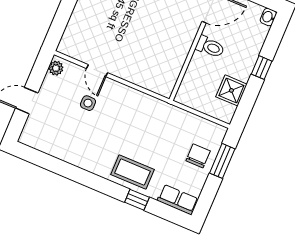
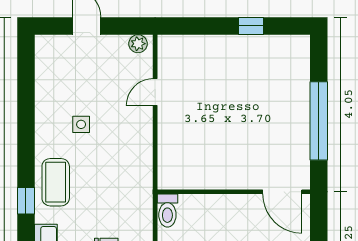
toilet: (210, 47) -> (167, 211), moved
side table: (88, 103) -> (81, 124), moved

